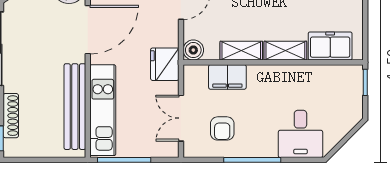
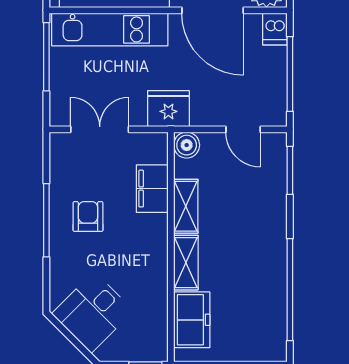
armchair: (222, 128) -> (88, 216), moved, turned 90
desk: (300, 134) -> (93, 312), moved, turned -45

